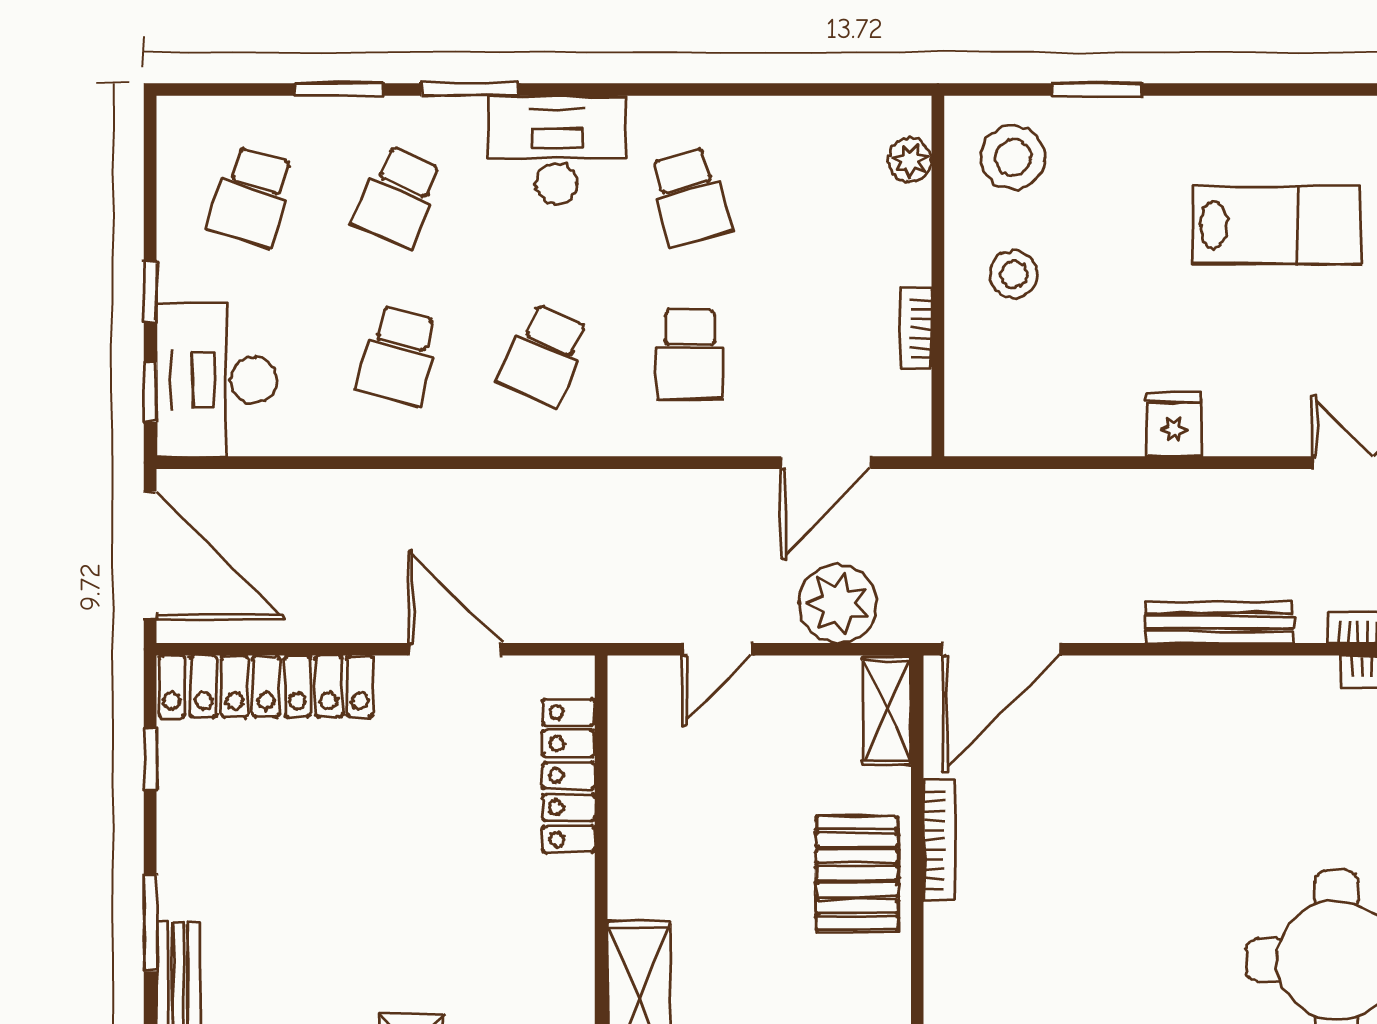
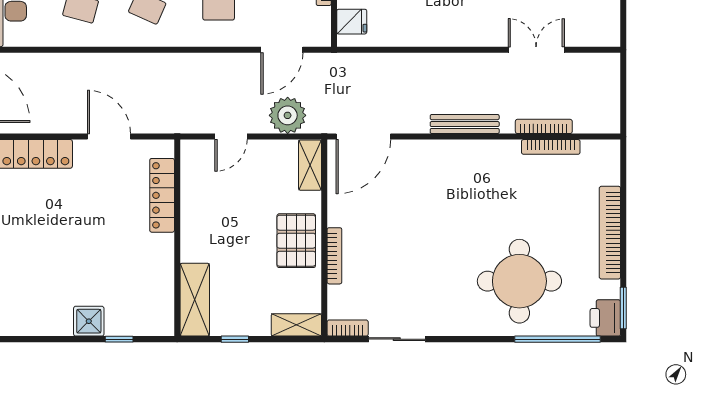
fridge: (1174, 424) -> (352, 22), moved, turned 90
bookcase: (939, 840) -> (334, 256), moved

